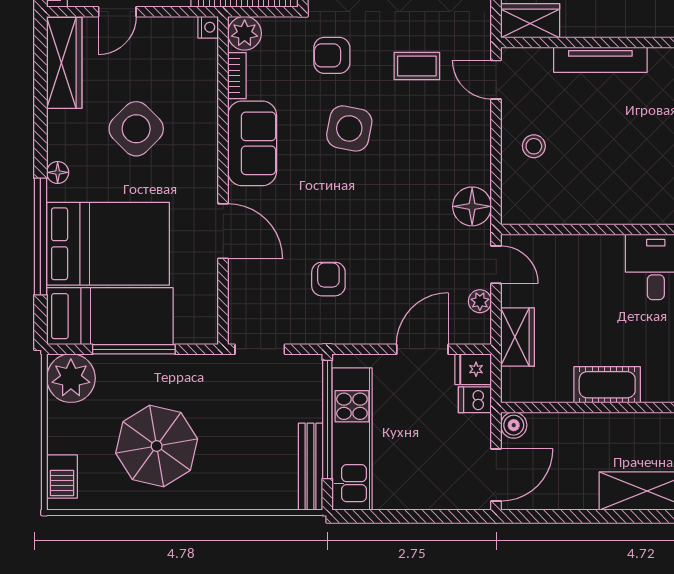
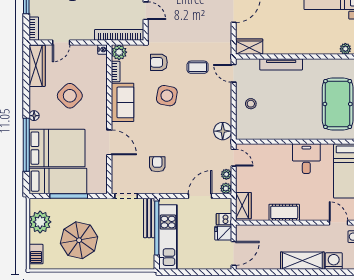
plant: (479, 332) -> (226, 188), added
wardrobe: (518, 337) -> (243, 206), moved
fridge: (473, 369) -> (223, 233), moved
plant: (71, 378) -> (40, 222), moved
boiler: (514, 425) -> (242, 231), removed
bench: (311, 467) -> (149, 218), moved

